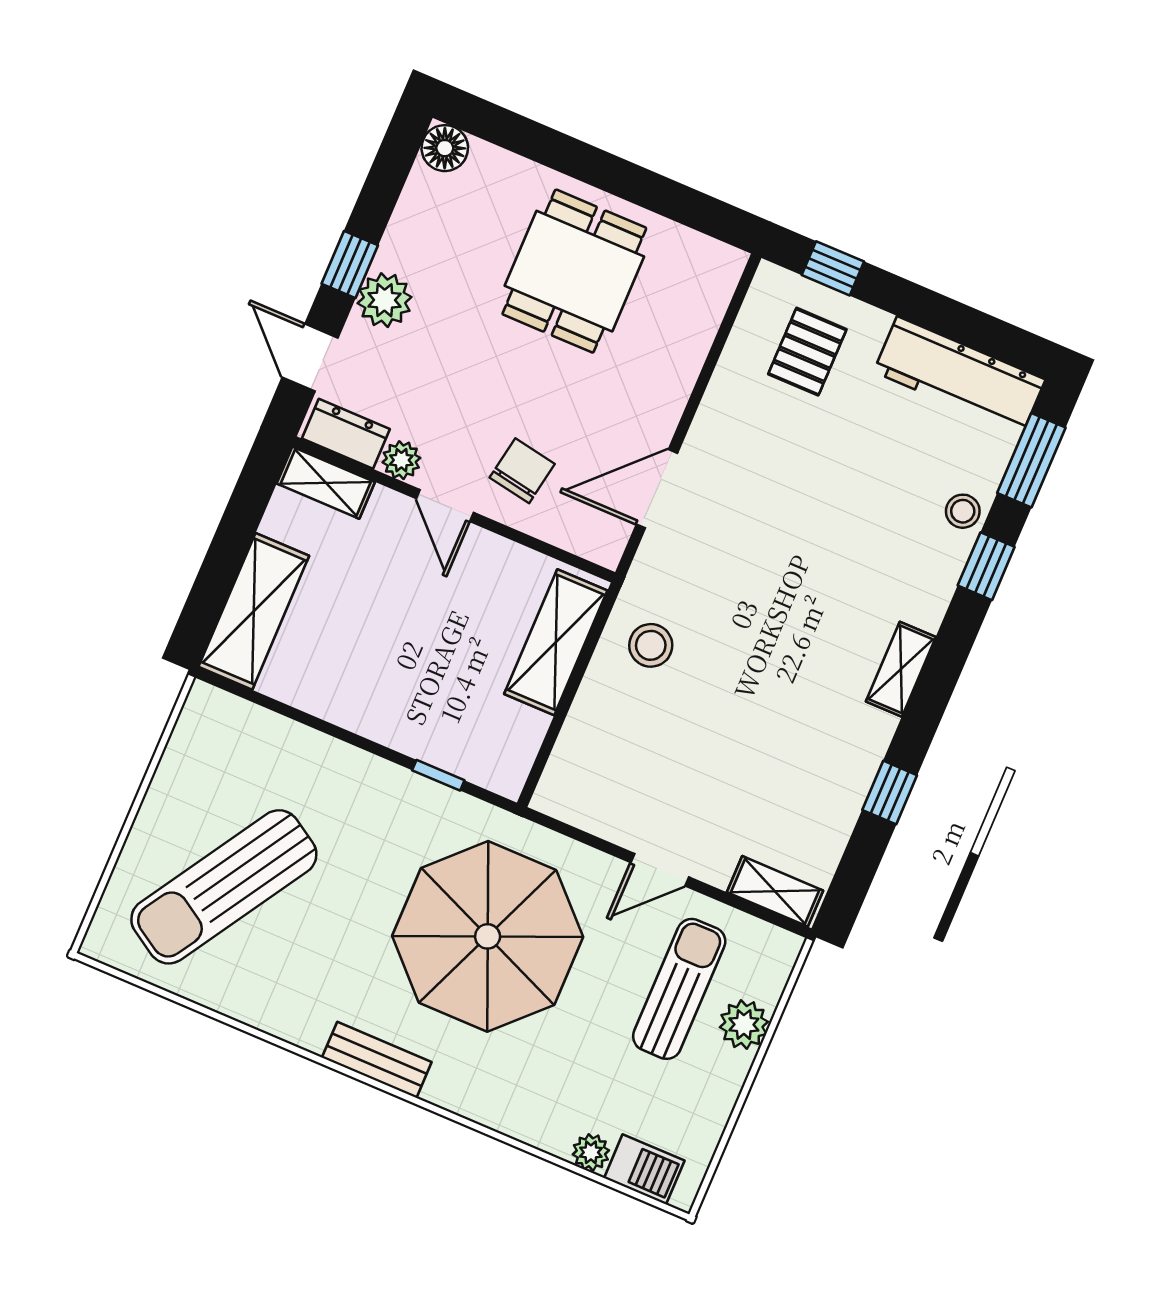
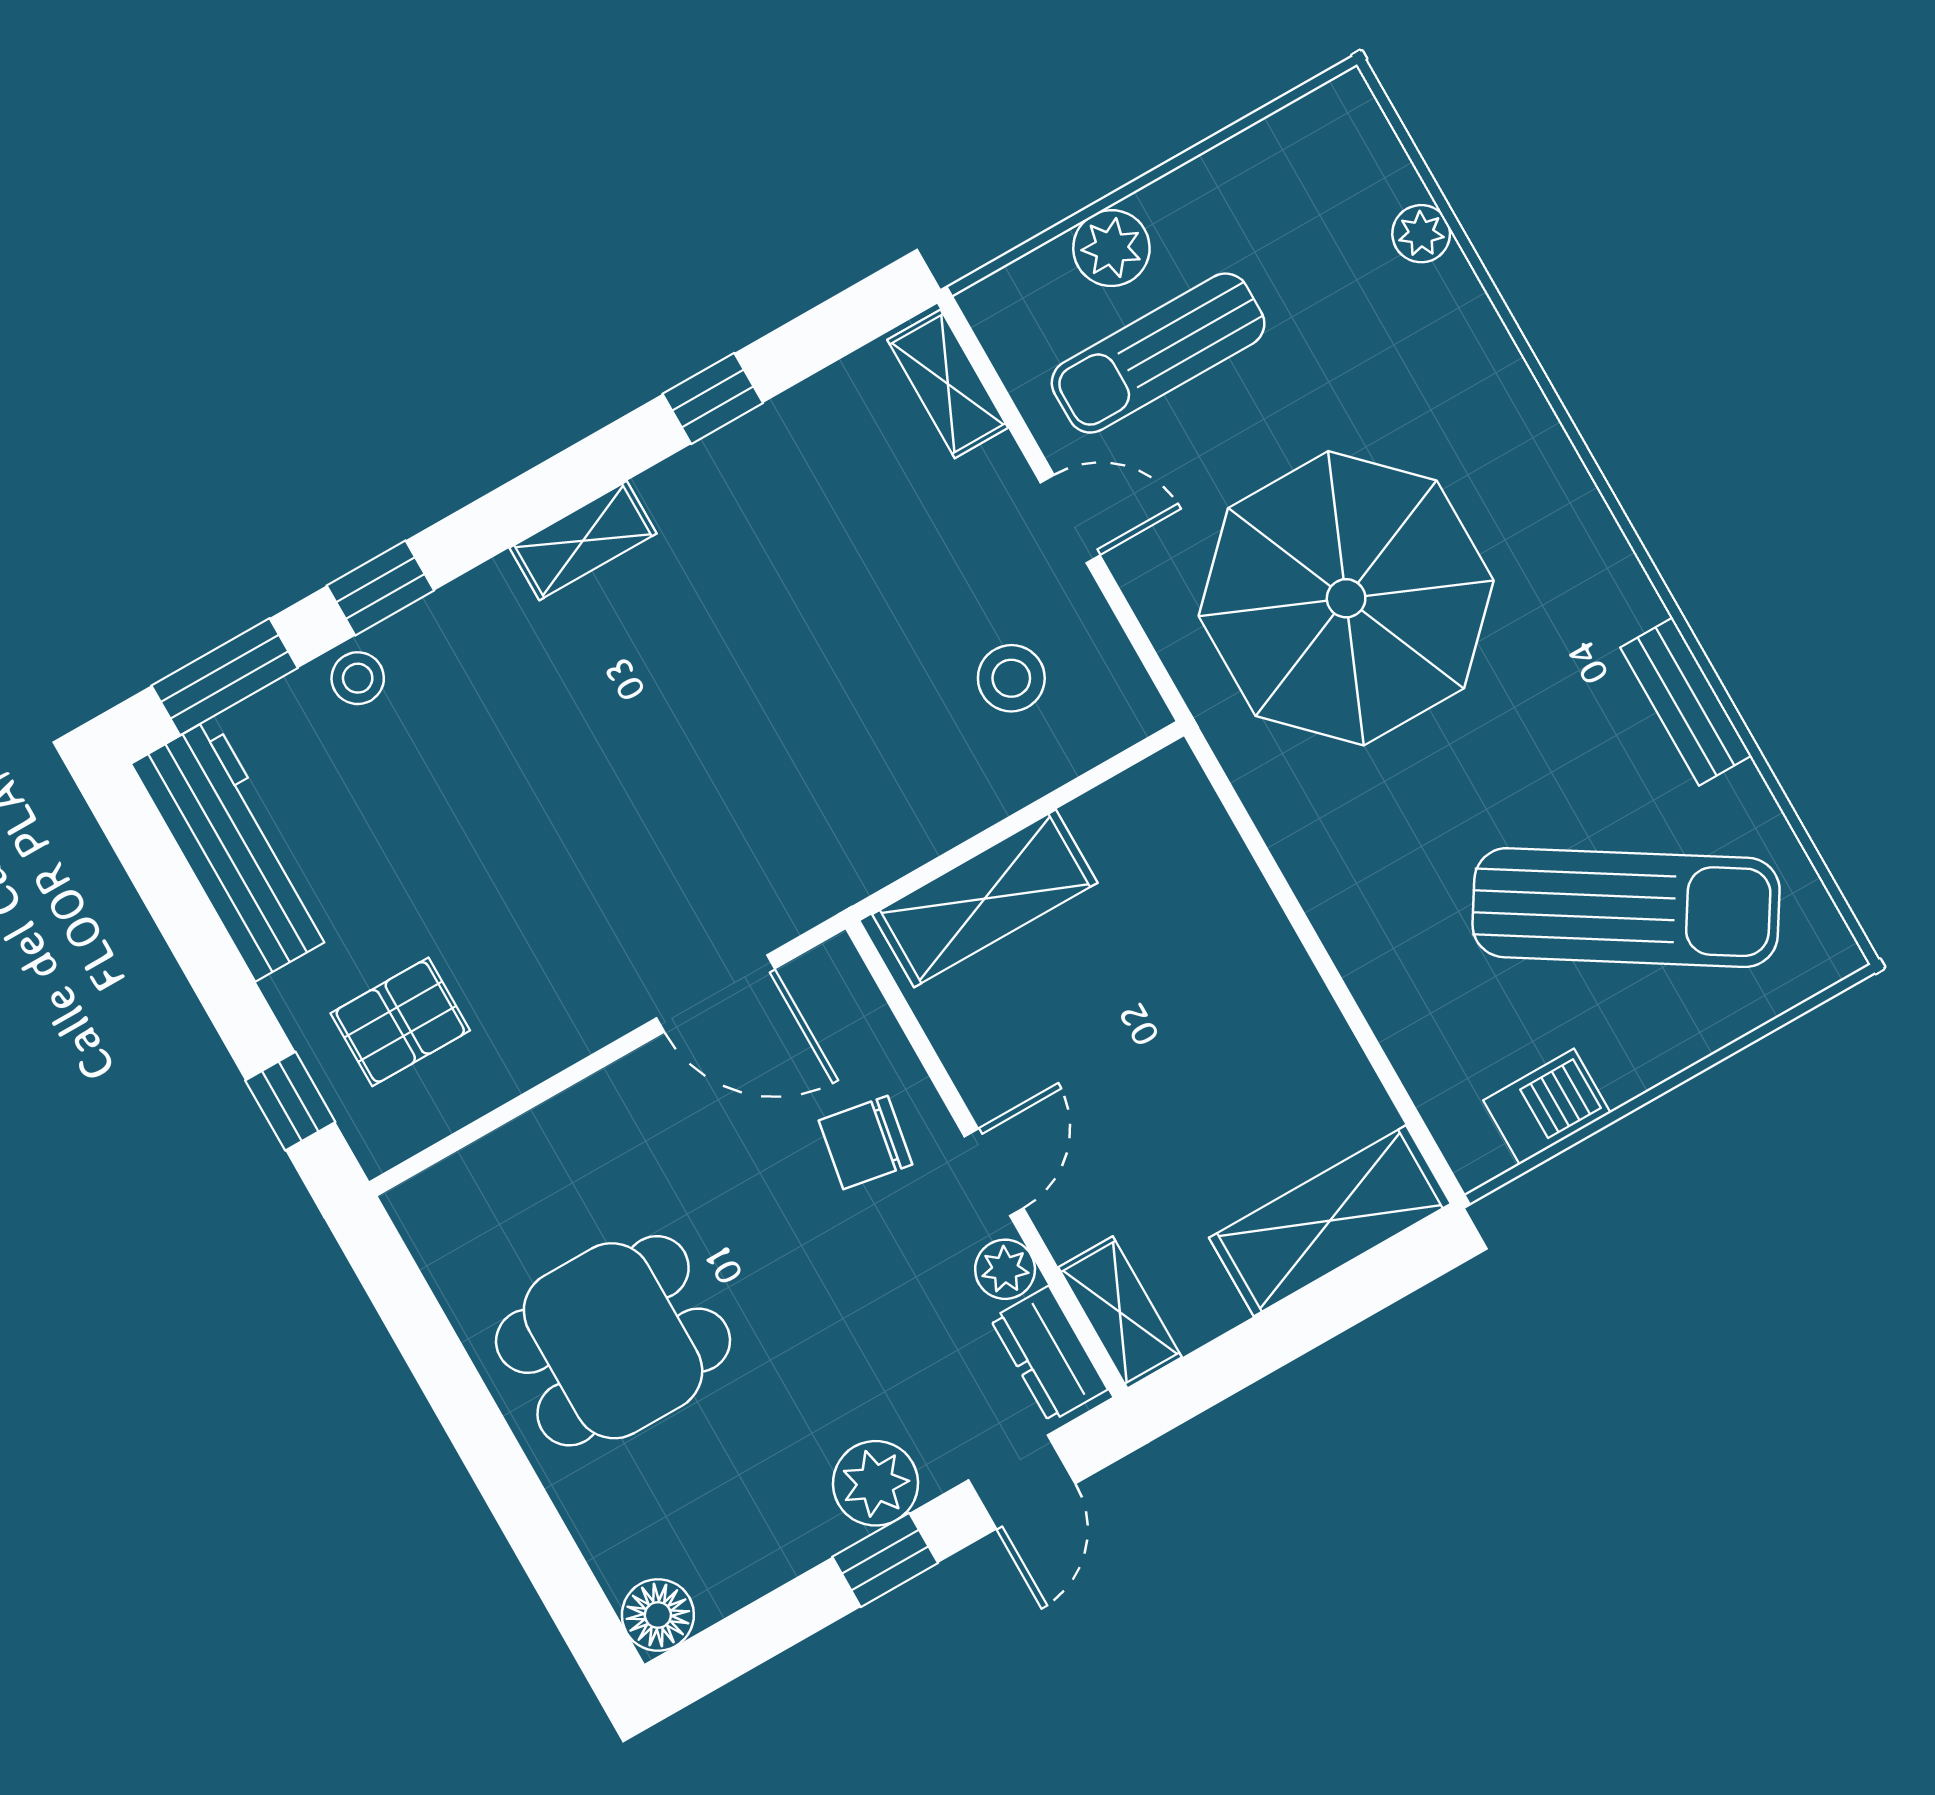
stool: (651, 645) -> (1011, 678), moved
window: (438, 775) -> (1256, 844), removed
bench: (377, 1060) -> (1686, 702), moved
barbecue: (644, 1169) -> (1547, 1107), moved, turned 90

